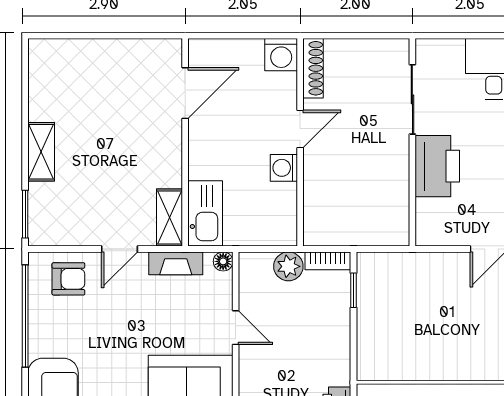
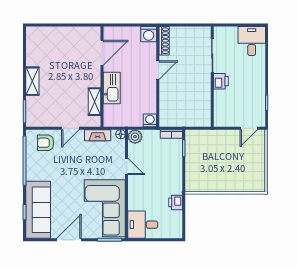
printer: (437, 166) -> (221, 81), width x0.53, depth x0.68
washing machine: (284, 168) -> (150, 120), moved, turned 90
kitchen sink: (205, 213) -> (112, 88), moved
shelving: (169, 218) -> (94, 102), moved
plant: (288, 266) -> (135, 137), moved
armchair: (68, 279) -> (46, 143), turned 180

